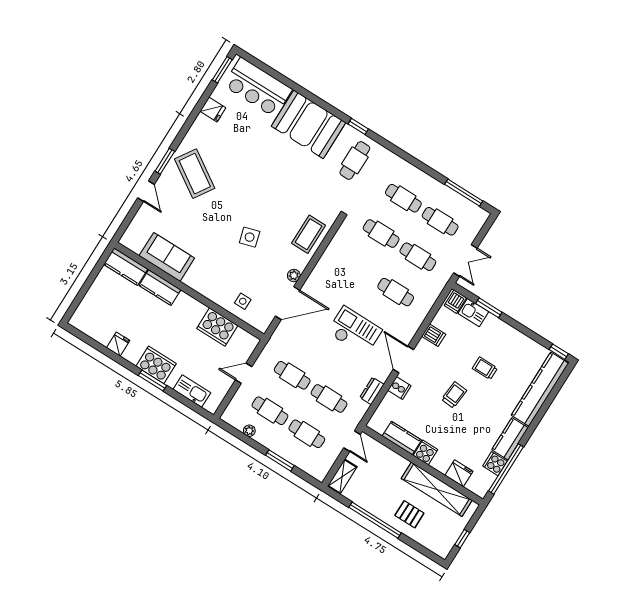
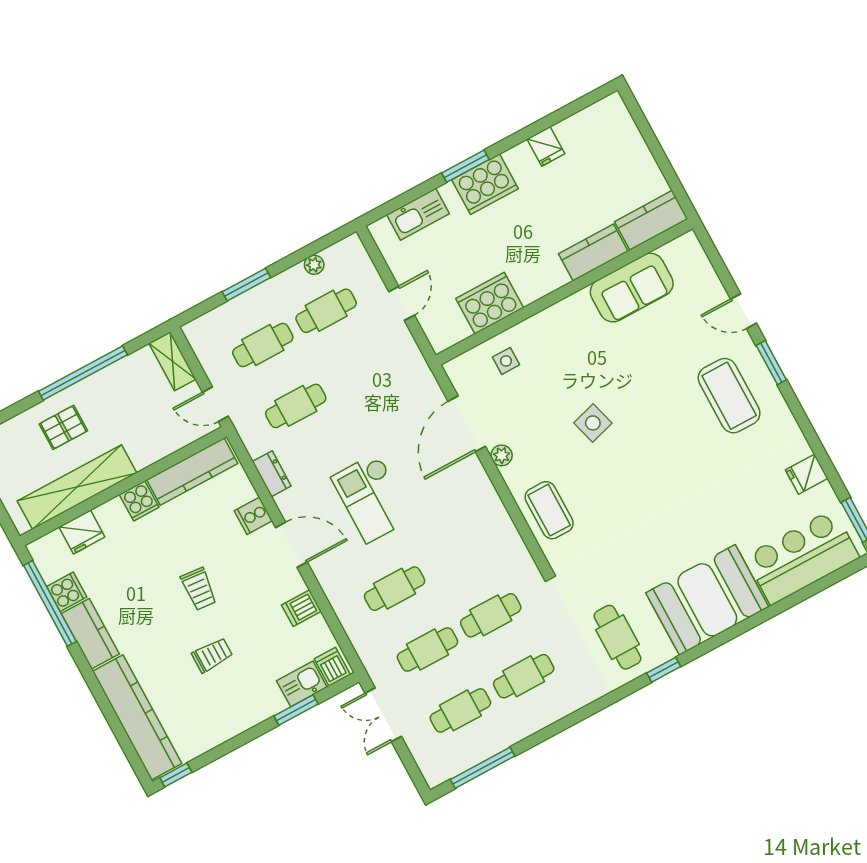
coffee table: (195, 174) -> (729, 396), turned 57
checkout: (355, 331) -> (372, 498), turned 90
cafe table: (292, 375) -> (359, 372), removed
kitchen counter: (402, 438) -> (192, 472), width x1.50

